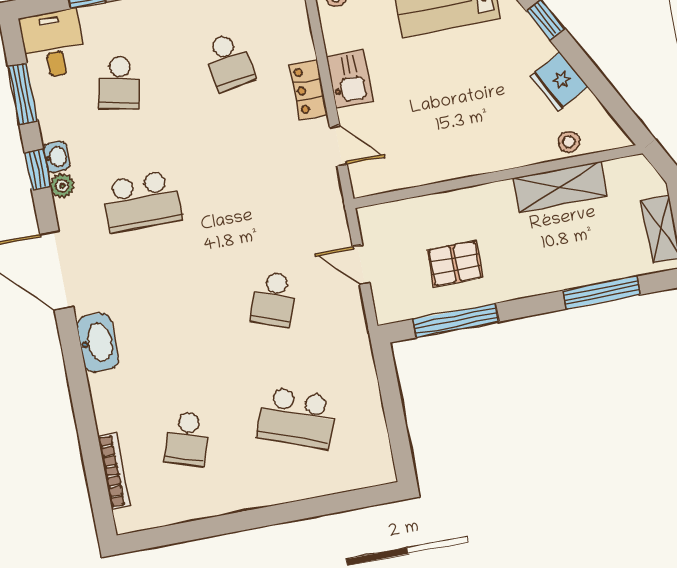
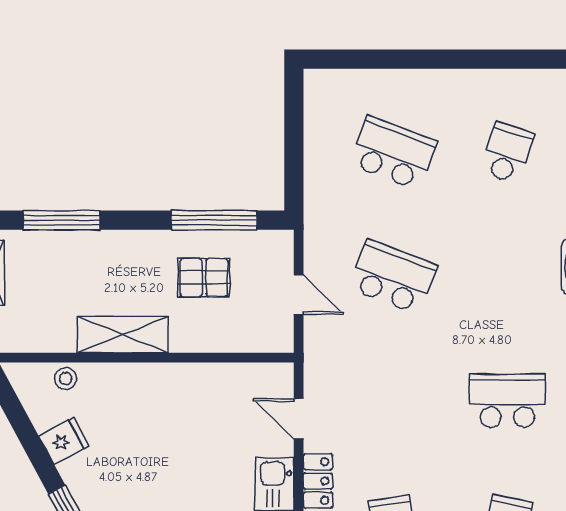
fridge: (559, 82) -> (64, 441), width x0.72
shelving: (560, 187) -> (123, 335), moved
school desk: (274, 299) -> (393, 277), width x1.85

